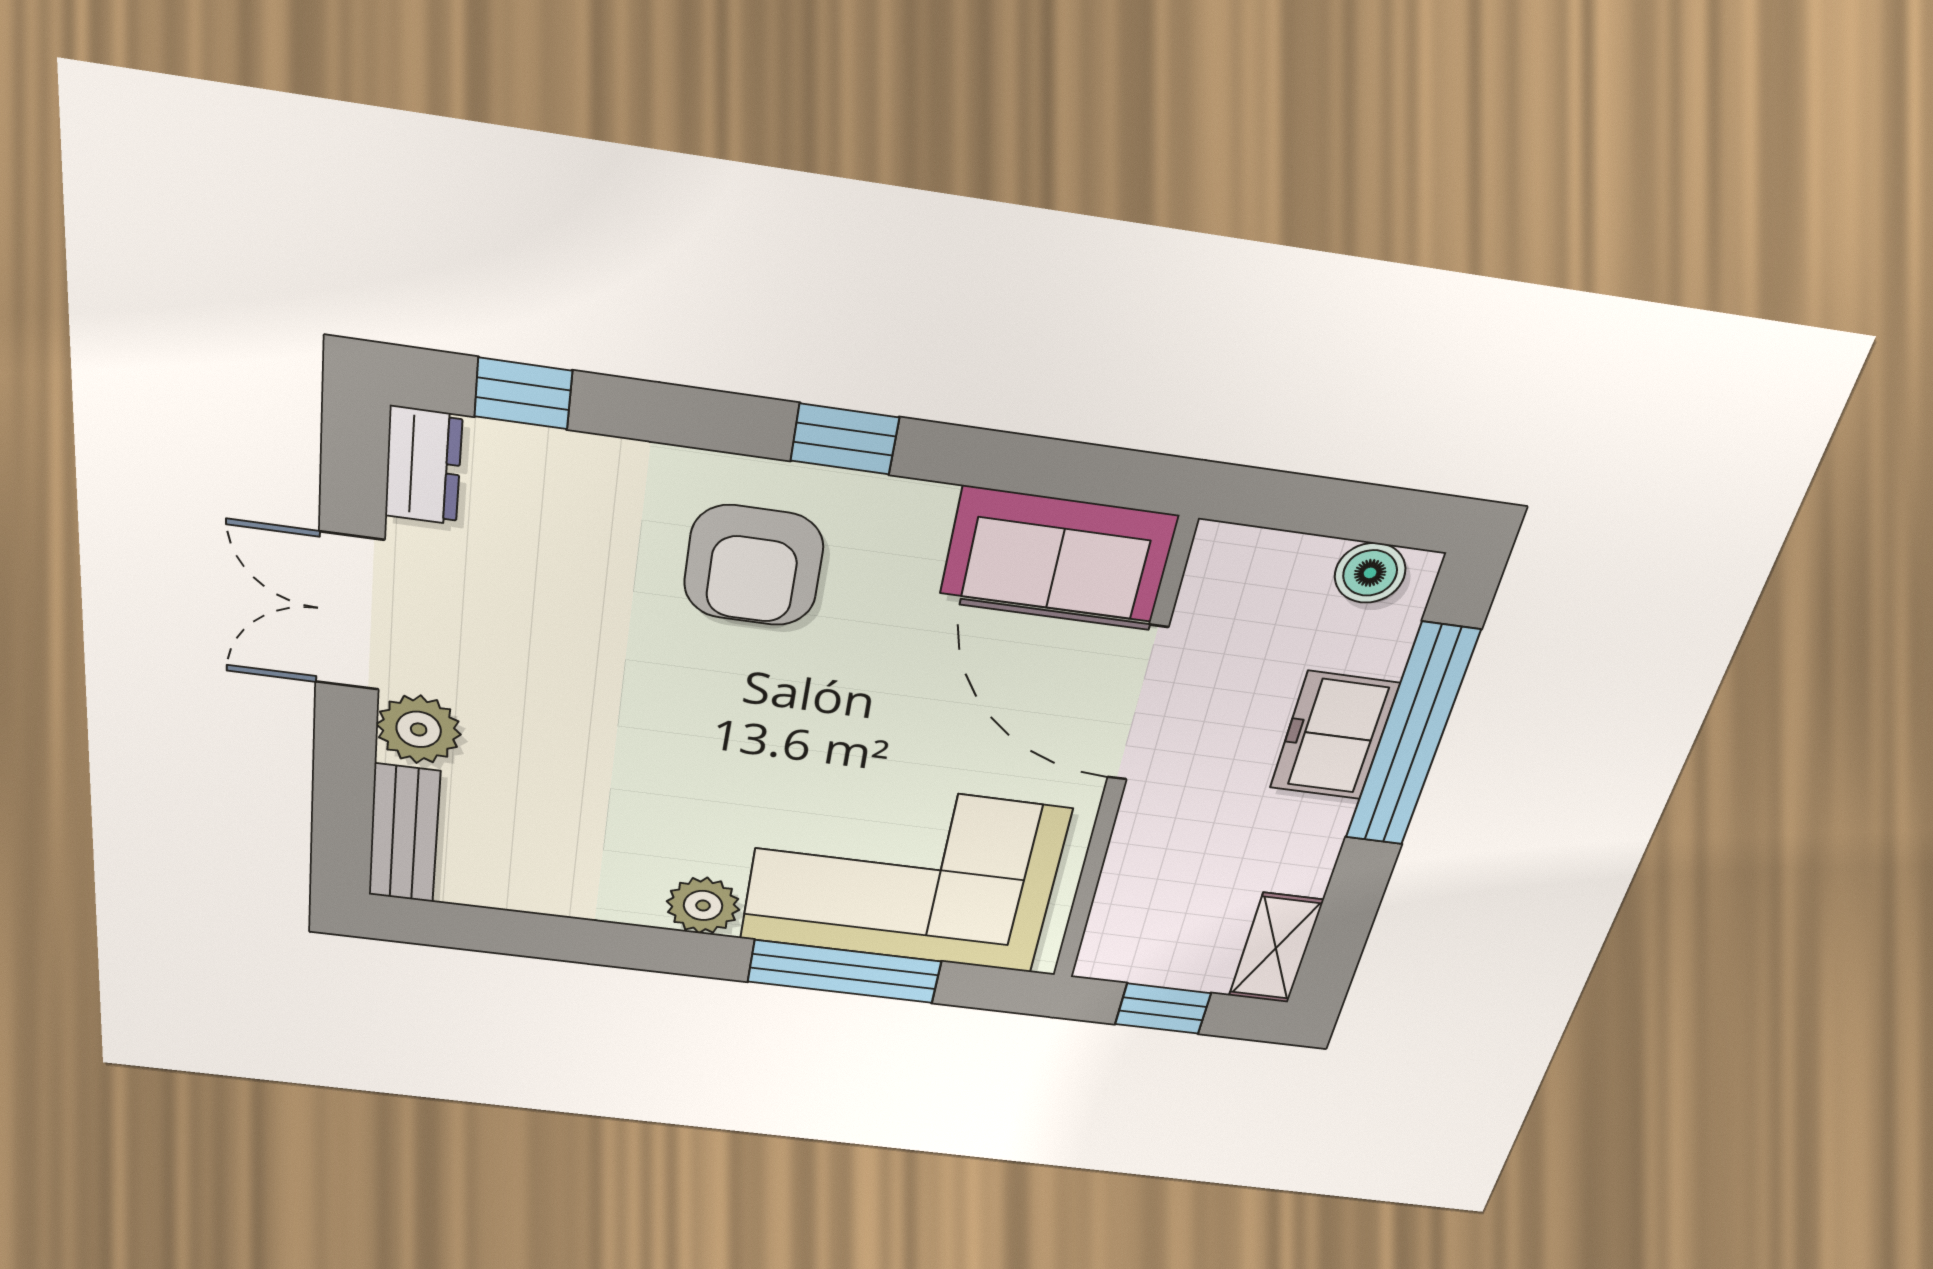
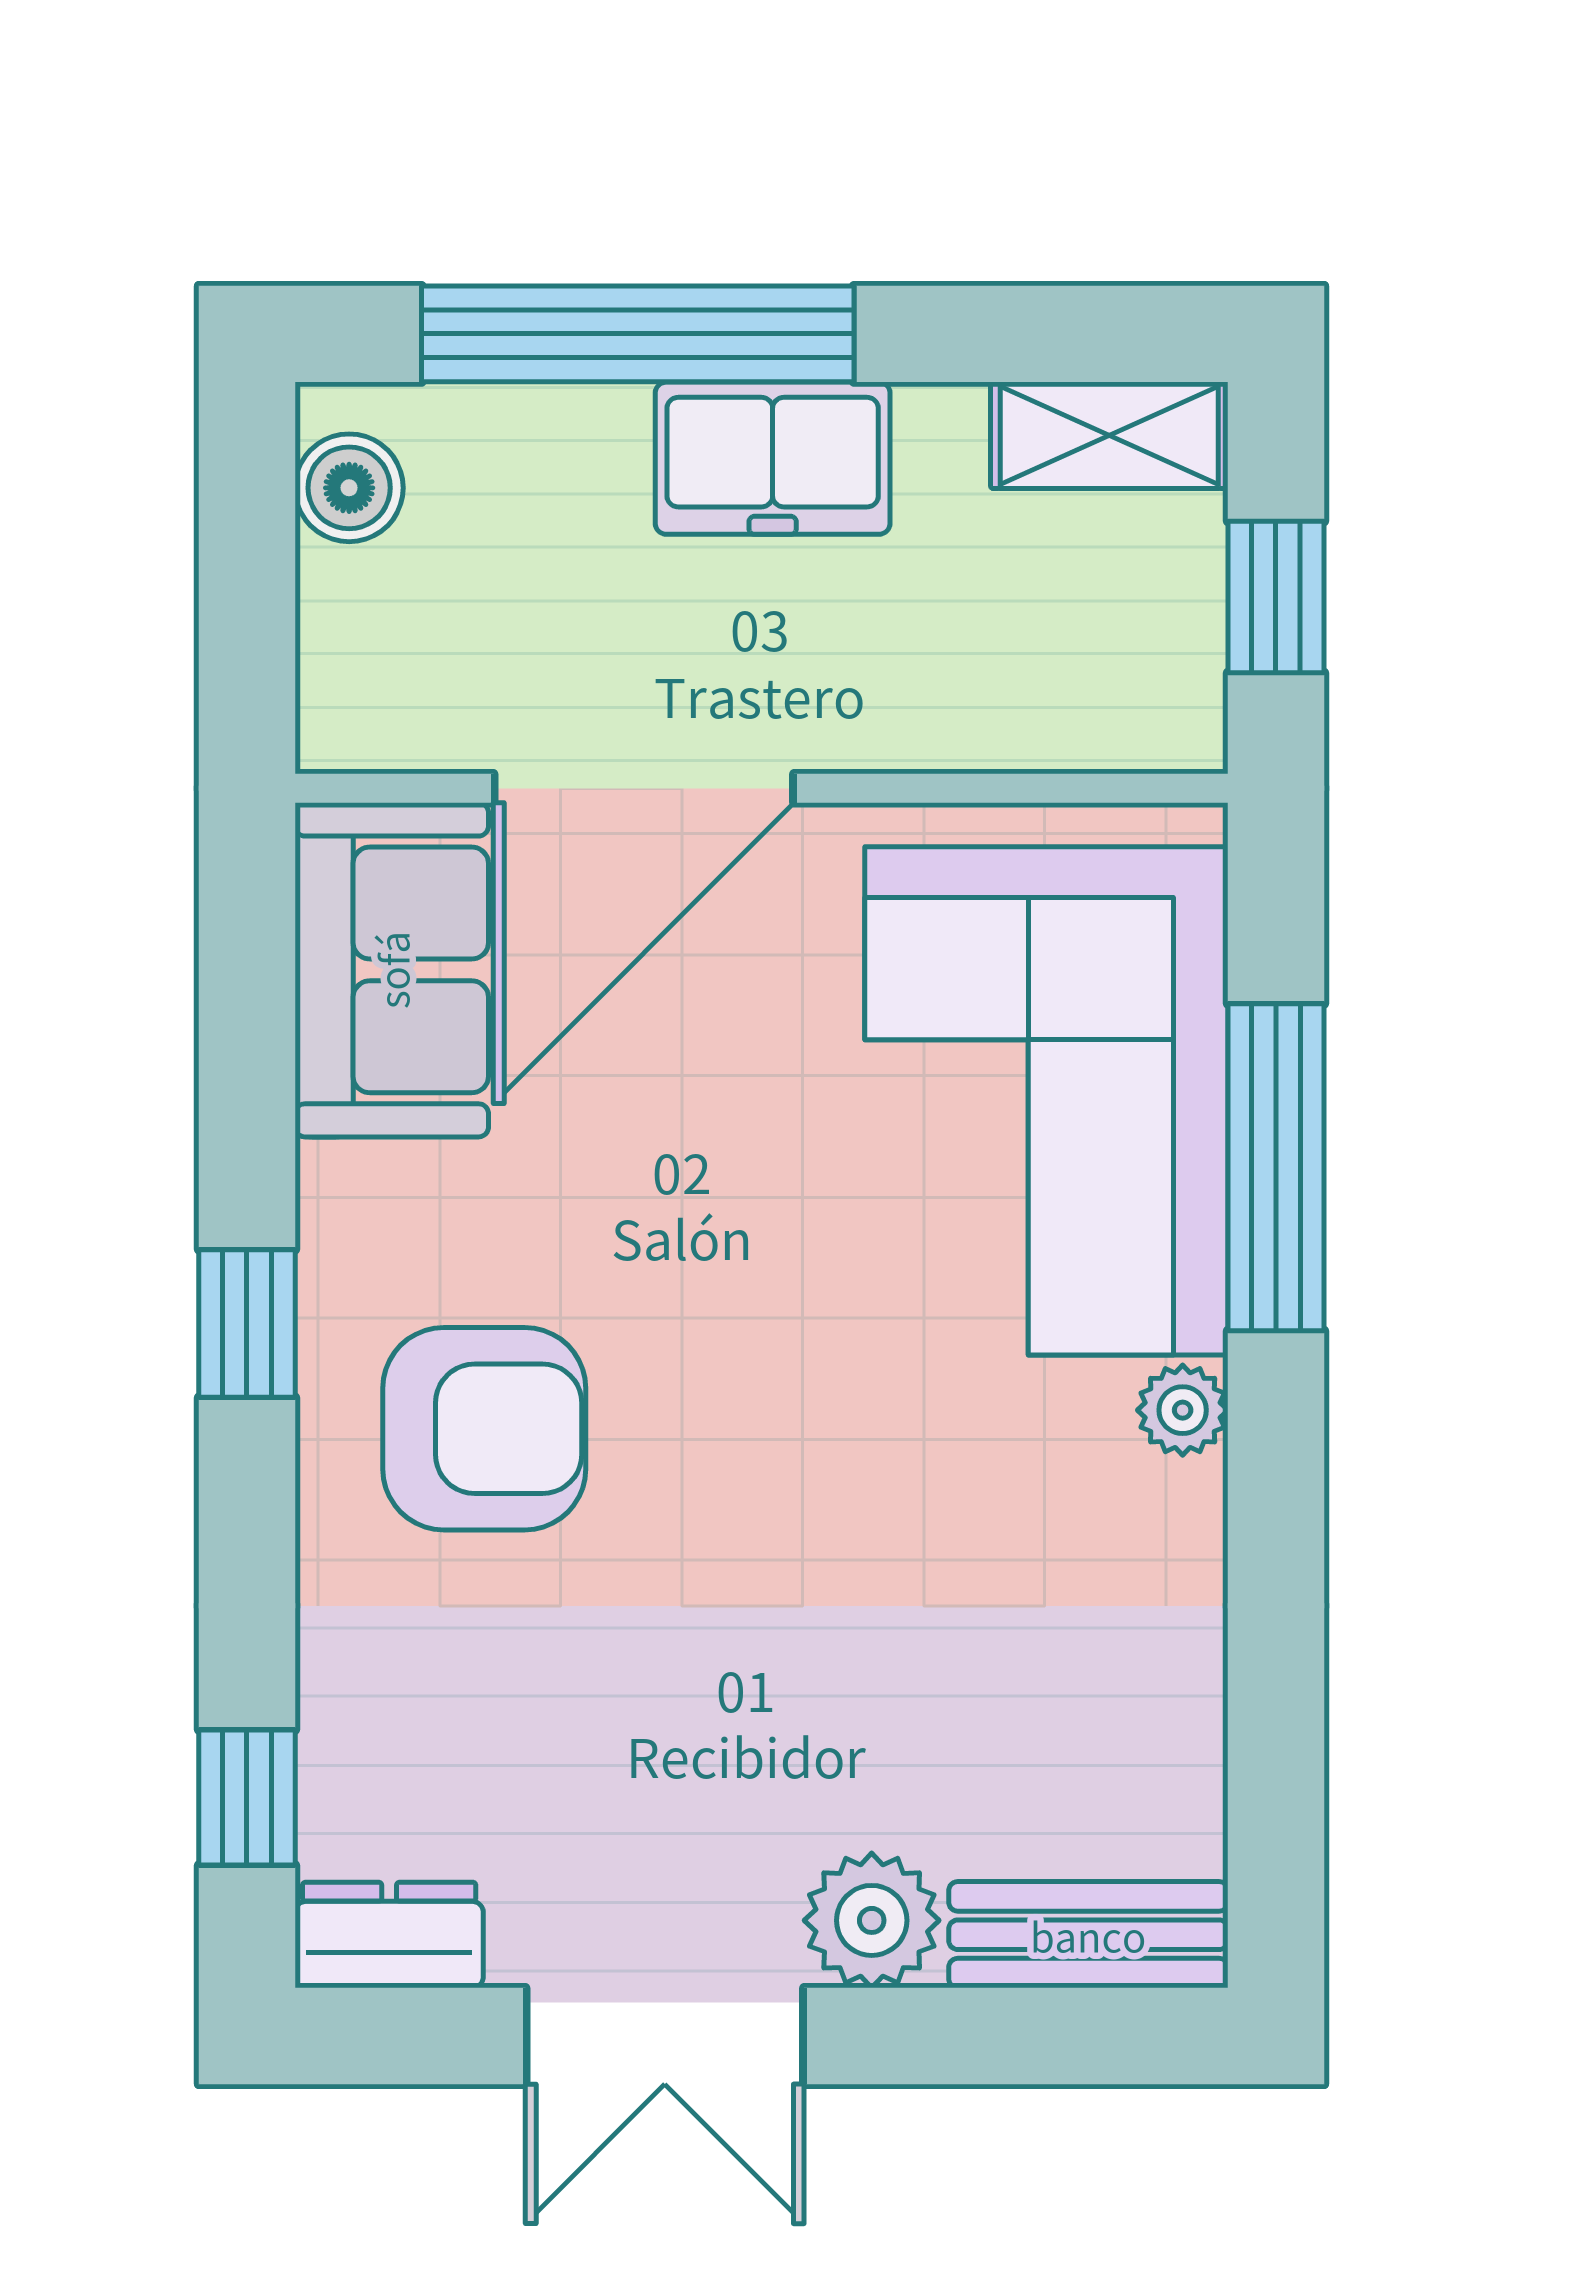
freezer: (1334, 736) -> (773, 458), moved
plant: (703, 906) -> (1183, 1410), width x0.73, depth x0.73

